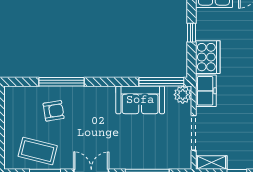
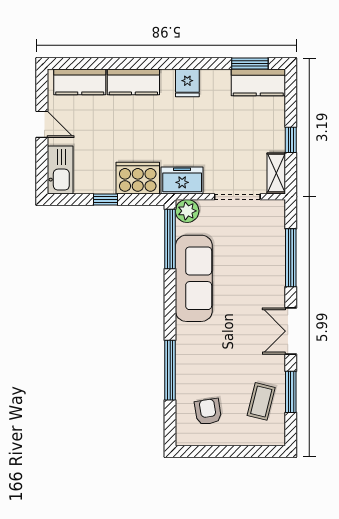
sofa: (140, 100) -> (194, 278), width x1.36
armchair: (54, 111) -> (208, 412), moved
coffee table: (38, 151) -> (261, 401), width x0.73, depth x0.77

